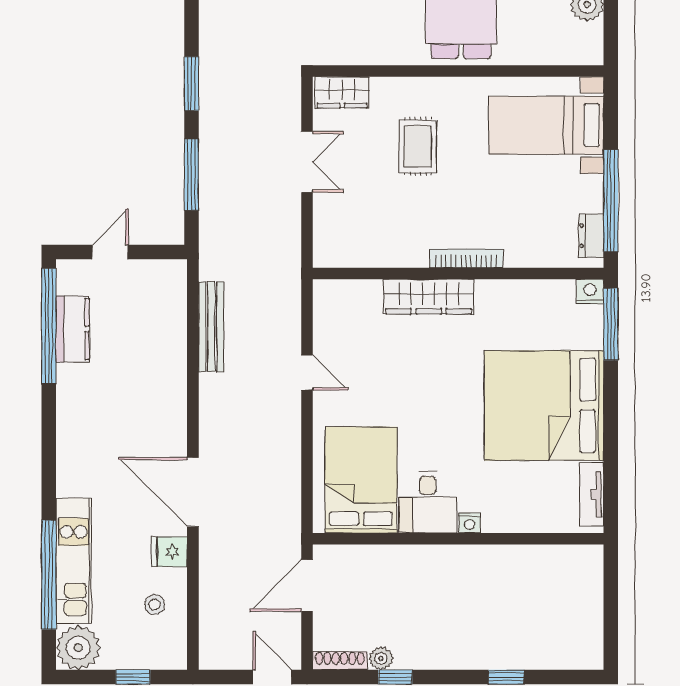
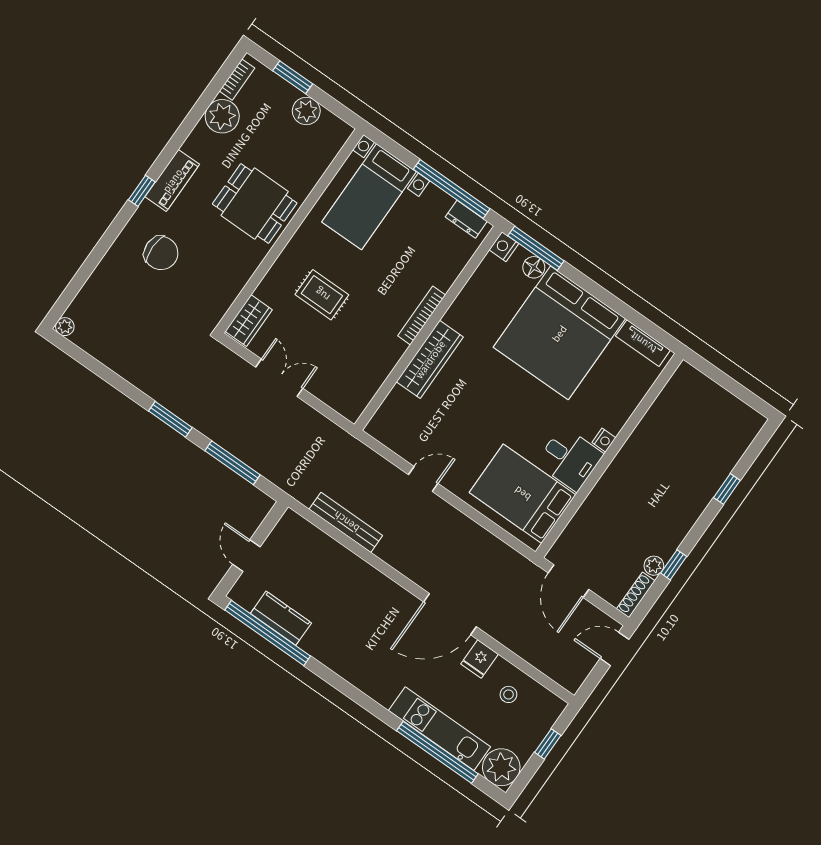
floor lamp: (591, 335) -> (534, 267), added

